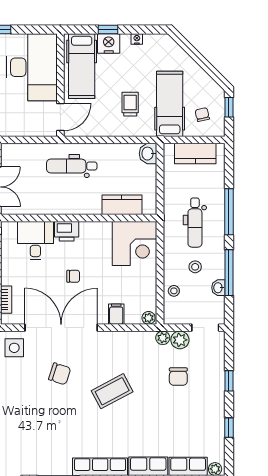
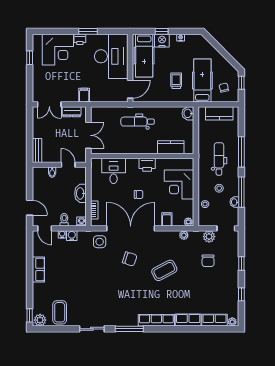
dental chair: (195, 223) -> (219, 159), turned 180
printer: (67, 231) -> (147, 165), moved
corner desk: (135, 243) -> (179, 184), moved, turned 90
plant: (163, 338) -> (184, 235), moved

